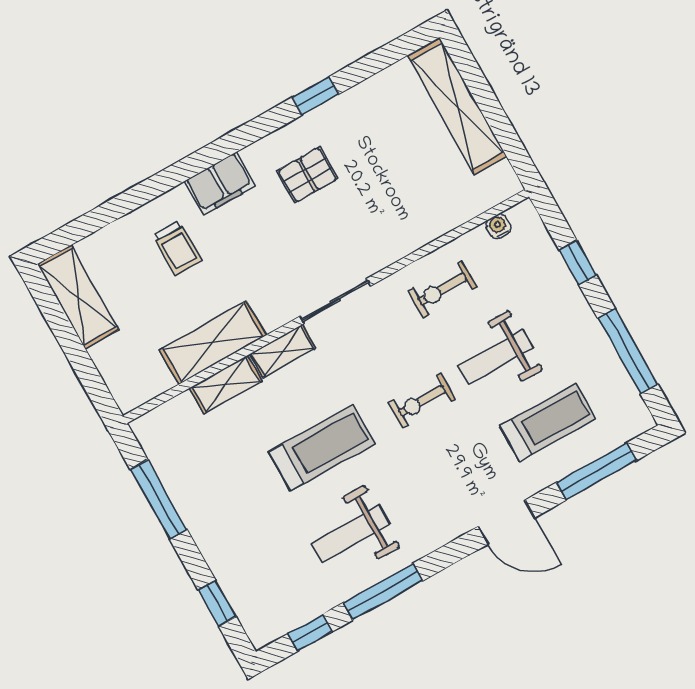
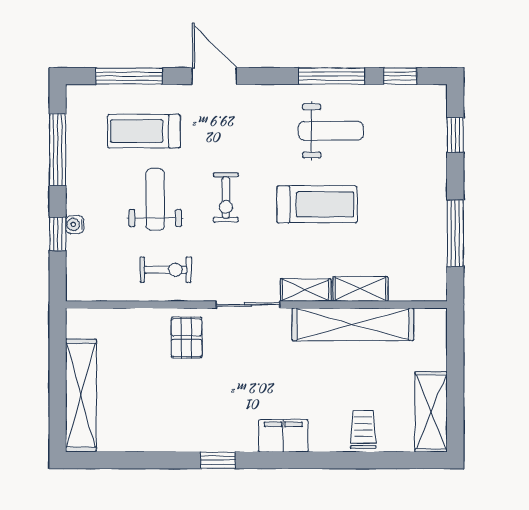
window: (316, 96) -> (218, 460), moved
pallet: (307, 175) -> (187, 338), moved, turned 90
water cooler: (498, 226) -> (75, 225), moved, turned 90
trolley: (178, 248) -> (363, 429), moved
shelving: (213, 343) -> (353, 324), width x1.47
weight bench: (495, 357) -> (155, 199), turned -90
exercise bike: (422, 401) -> (226, 197), turned 90
treadmill: (322, 448) -> (317, 204), turned 180

